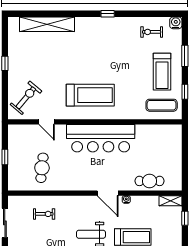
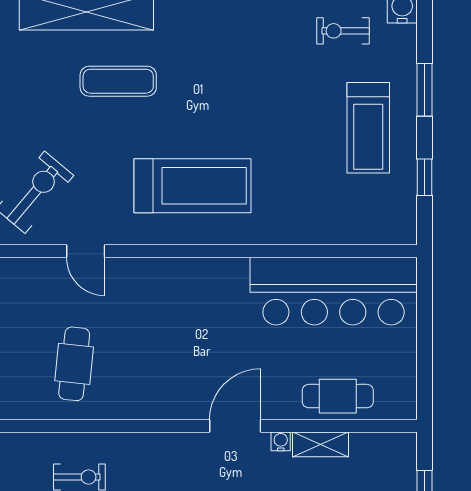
exercise mat: (162, 105) -> (118, 81), moved
bar counter: (101, 138) -> (334, 291), moved
door: (108, 193) -> (235, 426), swing flipped
shelving: (170, 201) -> (321, 444), moved

